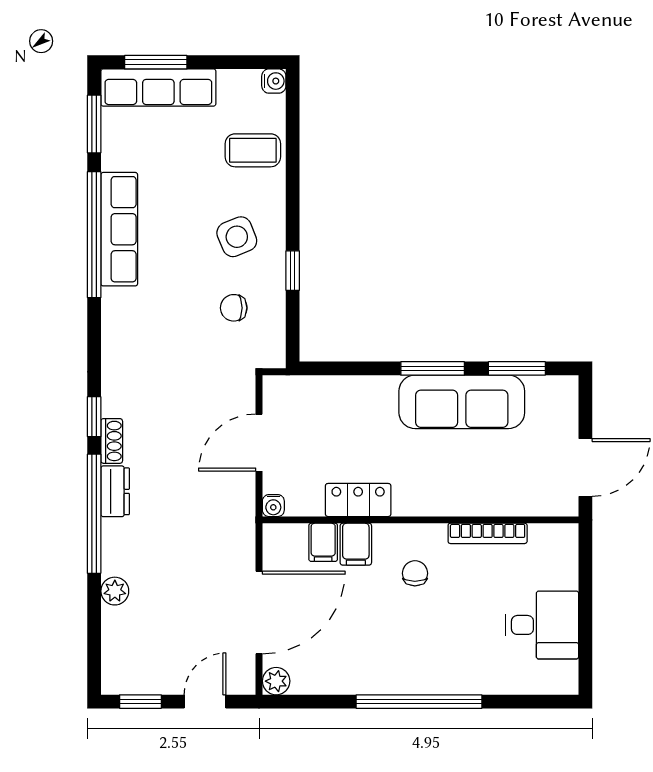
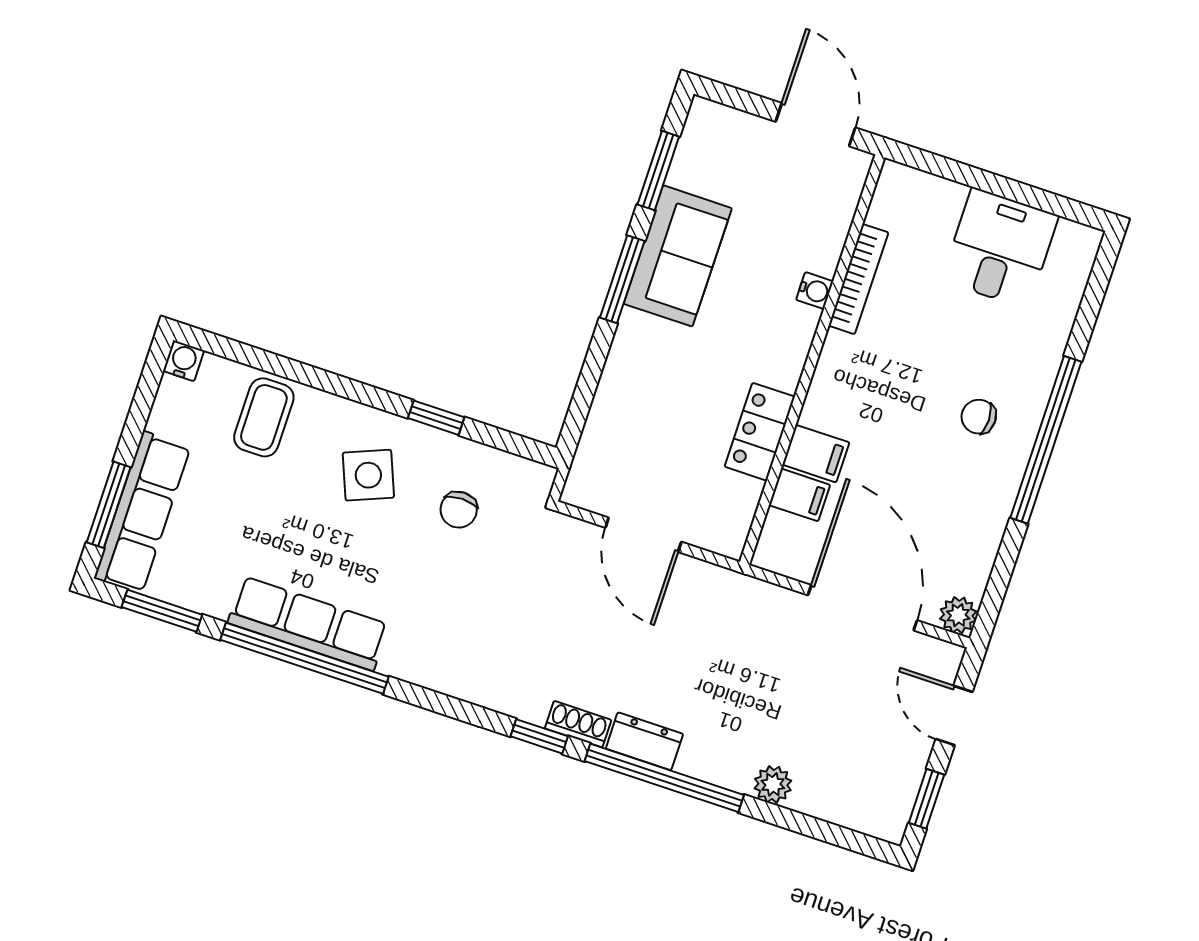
sofa: (462, 402) -> (678, 256), width x0.73
water cooler: (273, 506) -> (815, 291), moved
chair: (415, 573) -> (979, 417), moved

